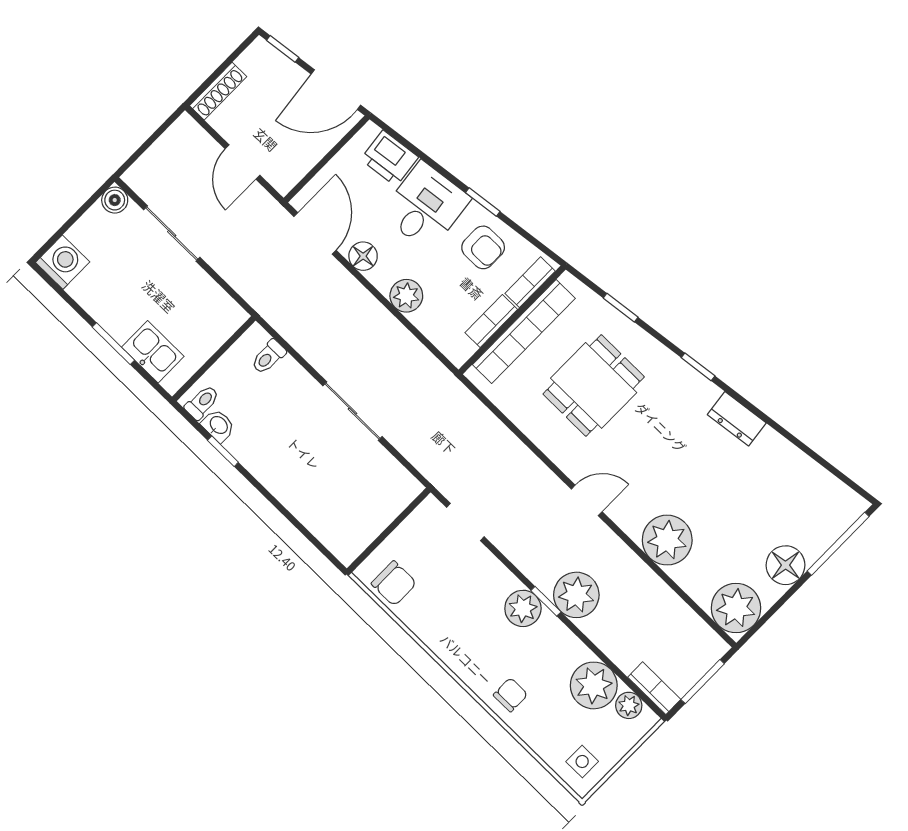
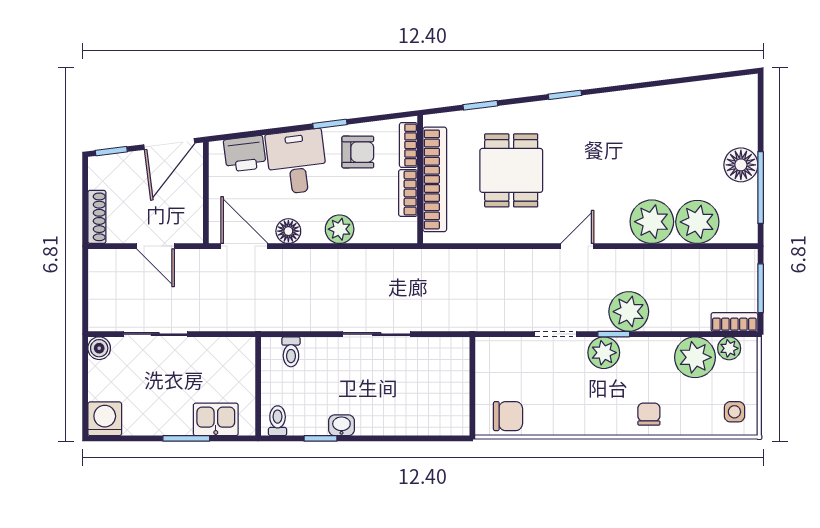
dresser: (737, 419) -> (621, 103), removed
washbasin: (218, 426) -> (341, 425), moved
doorway: (465, 522) -> (556, 334), moved
window: (838, 544) -> (761, 188), moved
plant: (736, 608) -> (697, 222), moved

